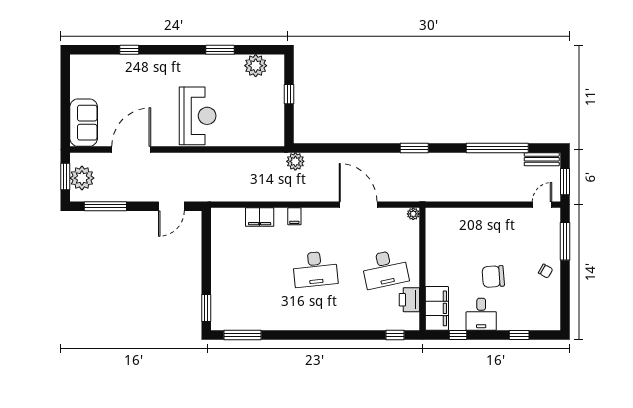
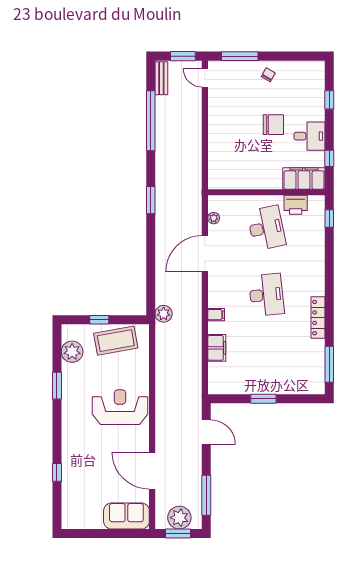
coffee table: (267, 111) -> (116, 341), added
plant: (413, 214) -> (214, 218), moved
chair: (493, 276) -> (273, 125), turned -86
window: (206, 308) -> (263, 399), moved
locker: (291, 323) -> (318, 318), added

